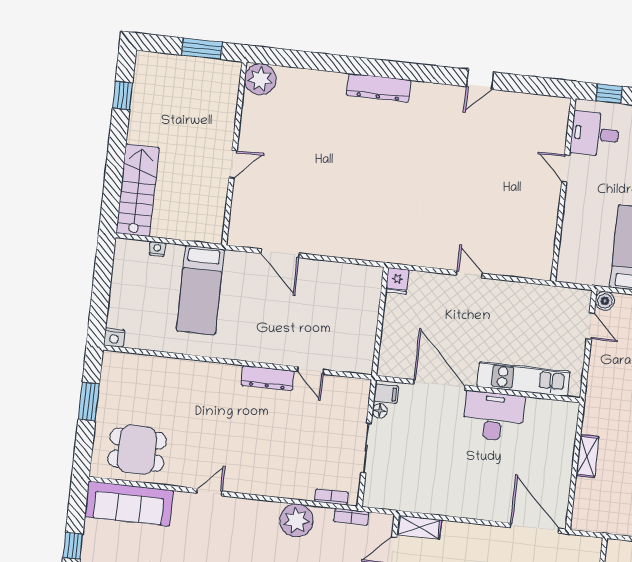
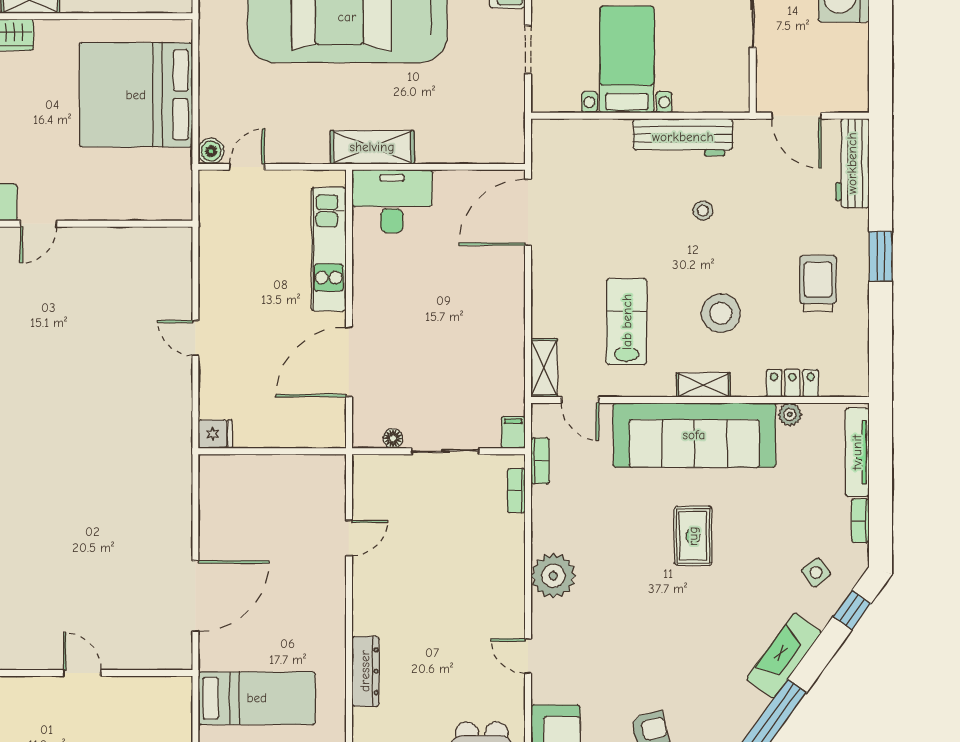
door: (280, 253) -> (195, 596), width x1.36
door: (469, 274) -> (195, 338), hinge flipped
dresser: (268, 378) -> (365, 671), moved
filing cabinet: (386, 394) -> (513, 432), moved
desk: (494, 416) -> (392, 201), moved, turned 90
shelving: (587, 456) -> (372, 147), moved, width x1.50, depth x1.33
plant: (296, 520) -> (553, 576), moved

